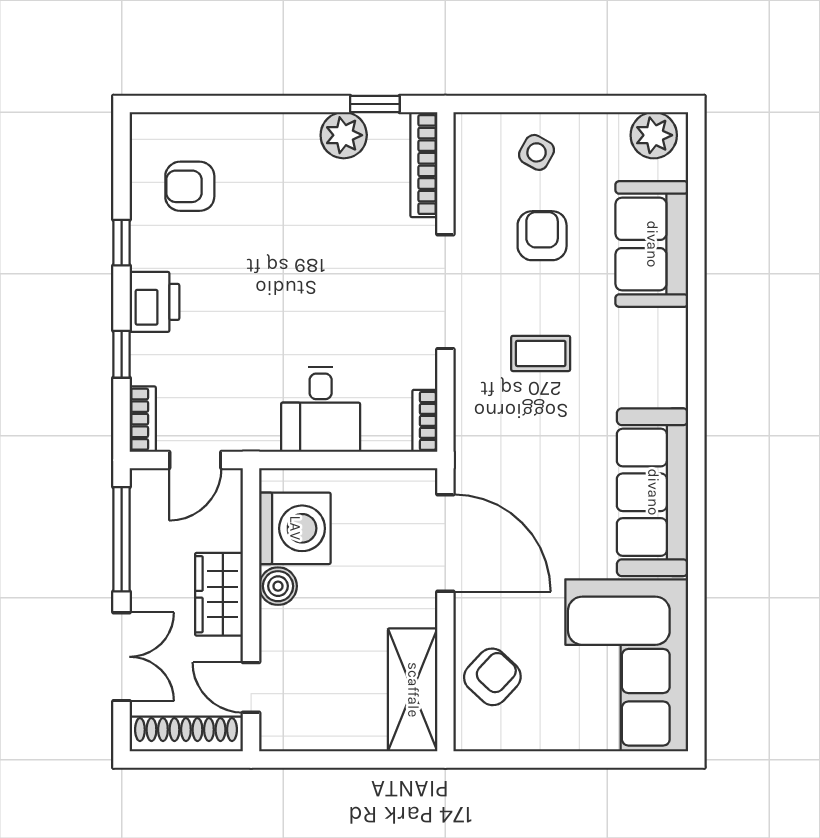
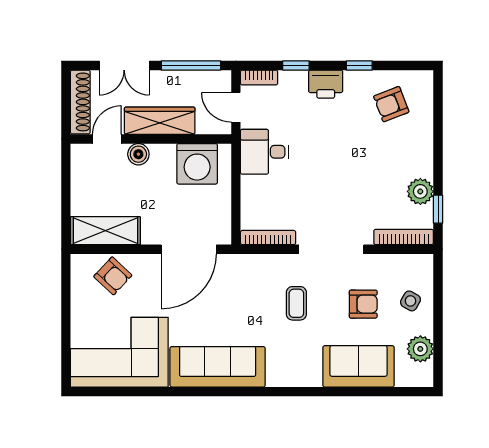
plant: (654, 135) -> (420, 349), moved
armchair: (190, 186) -> (391, 104), turned -111
desk: (321, 409) -> (265, 152), moved
bookcase: (425, 421) -> (268, 238), width x1.56
boiler: (278, 586) -> (138, 154), moved
wardrobe: (219, 594) -> (160, 121), width x1.50

